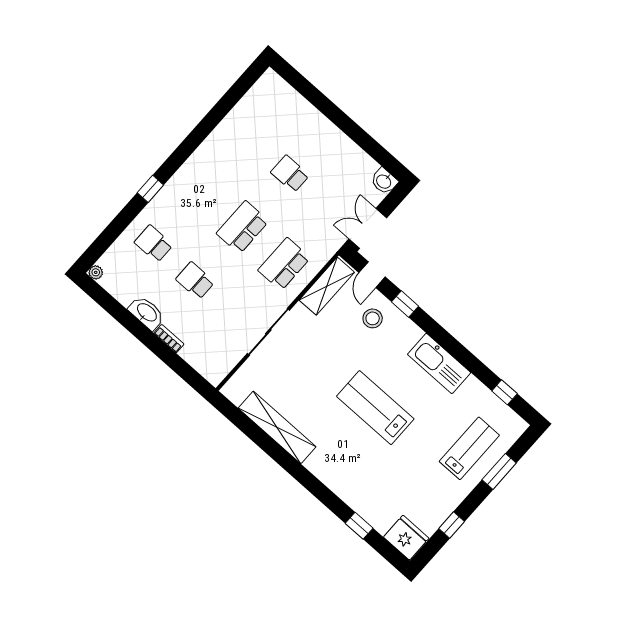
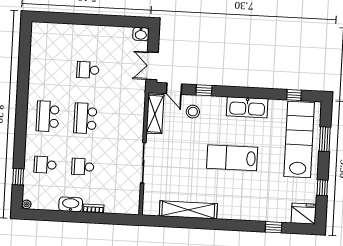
window: (150, 189) -> (18, 177), moved
school desk: (284, 264) -> (48, 116), moved
lab bench: (469, 448) -> (299, 140), width x1.86, depth x1.39

